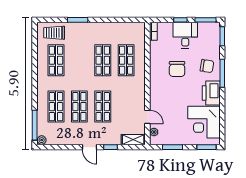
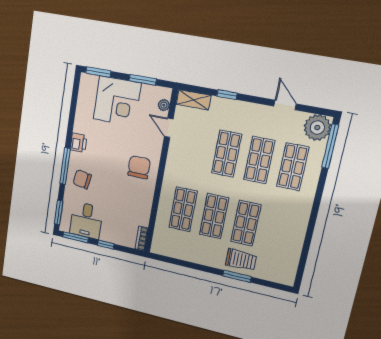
trolley: (54, 33) -> (241, 260), moved
desk: (185, 35) -> (86, 220), moved
shop shelf: (56, 60) -> (246, 223), moved
chair: (177, 69) -> (139, 167), moved
printer: (211, 93) -> (78, 143), width x0.53, depth x0.68
corner desk: (204, 122) -> (117, 101), moved, turned 90
plant: (42, 140) -> (317, 128), width x1.88, depth x1.88
door: (89, 147) -> (285, 105), moved

